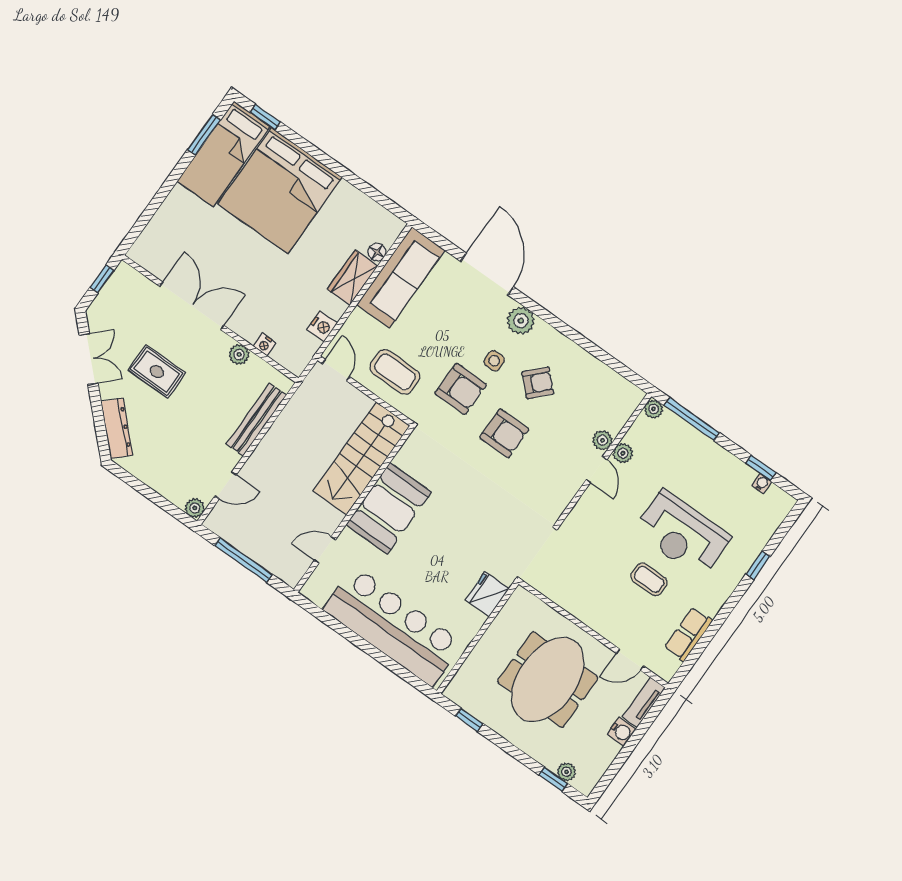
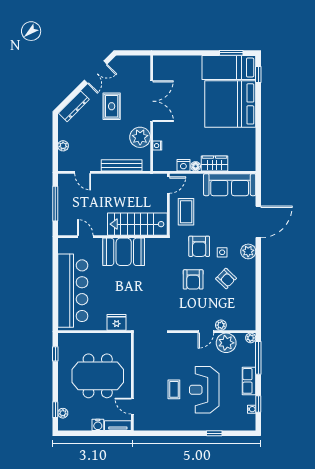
floor lamp: (377, 252) -> (196, 166), moved
window: (102, 279) -> (135, 53), removed
plant: (239, 355) -> (140, 137), width x1.87, depth x1.87
plant: (623, 453) -> (226, 343), width x1.88, depth x1.88
plant: (195, 508) -> (63, 146), moved
row of seats: (688, 634) -> (249, 381), moved, turned -90

